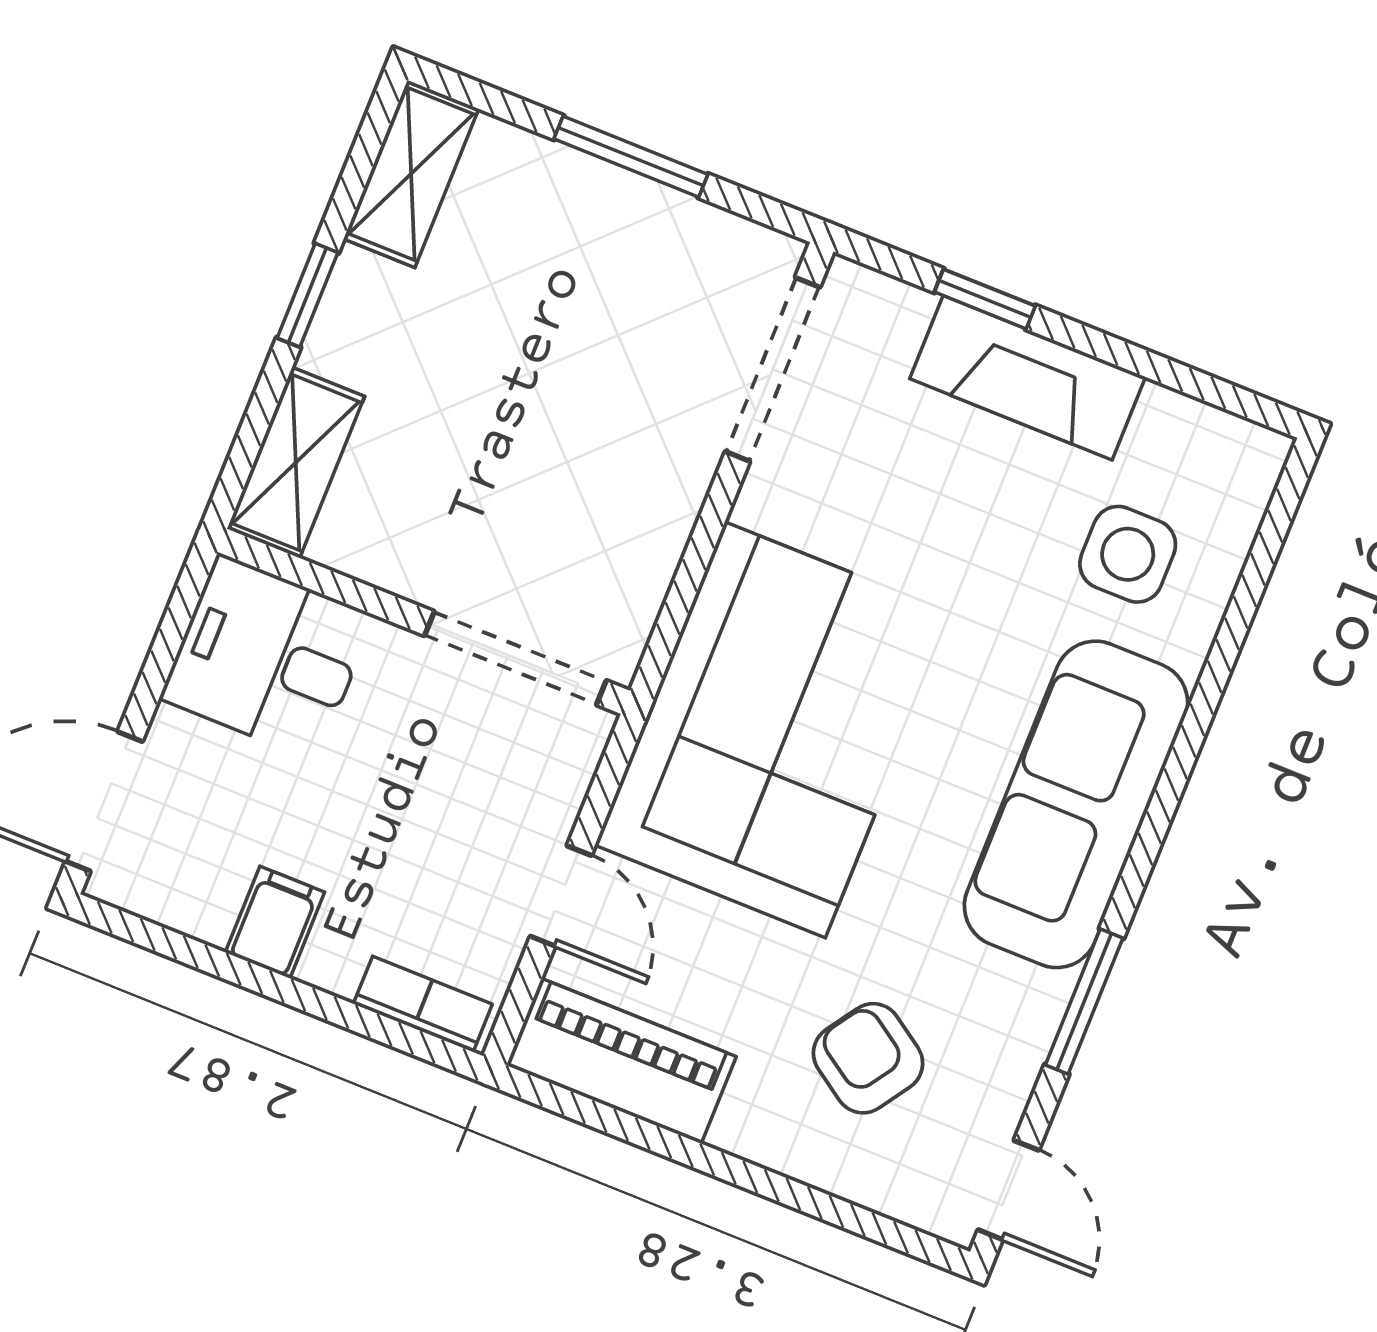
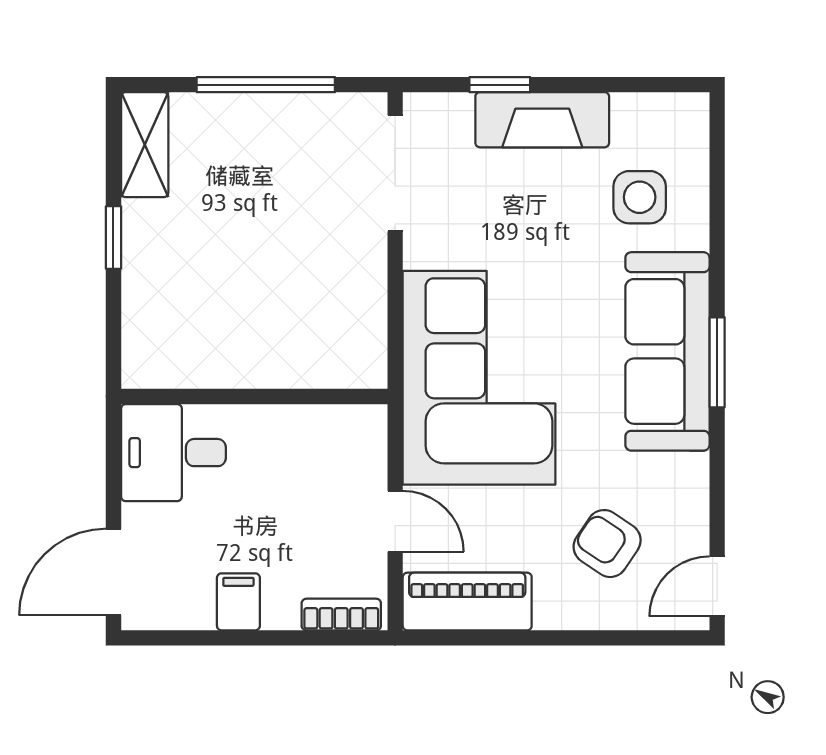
window: (631, 157) -> (266, 85), width x1.44
shelving: (296, 463) -> (145, 335), removed
doorway: (515, 658) -> (315, 396), removed
window: (1084, 1002) -> (717, 362), moved
door: (1008, 1190) -> (717, 586), swing flipped

